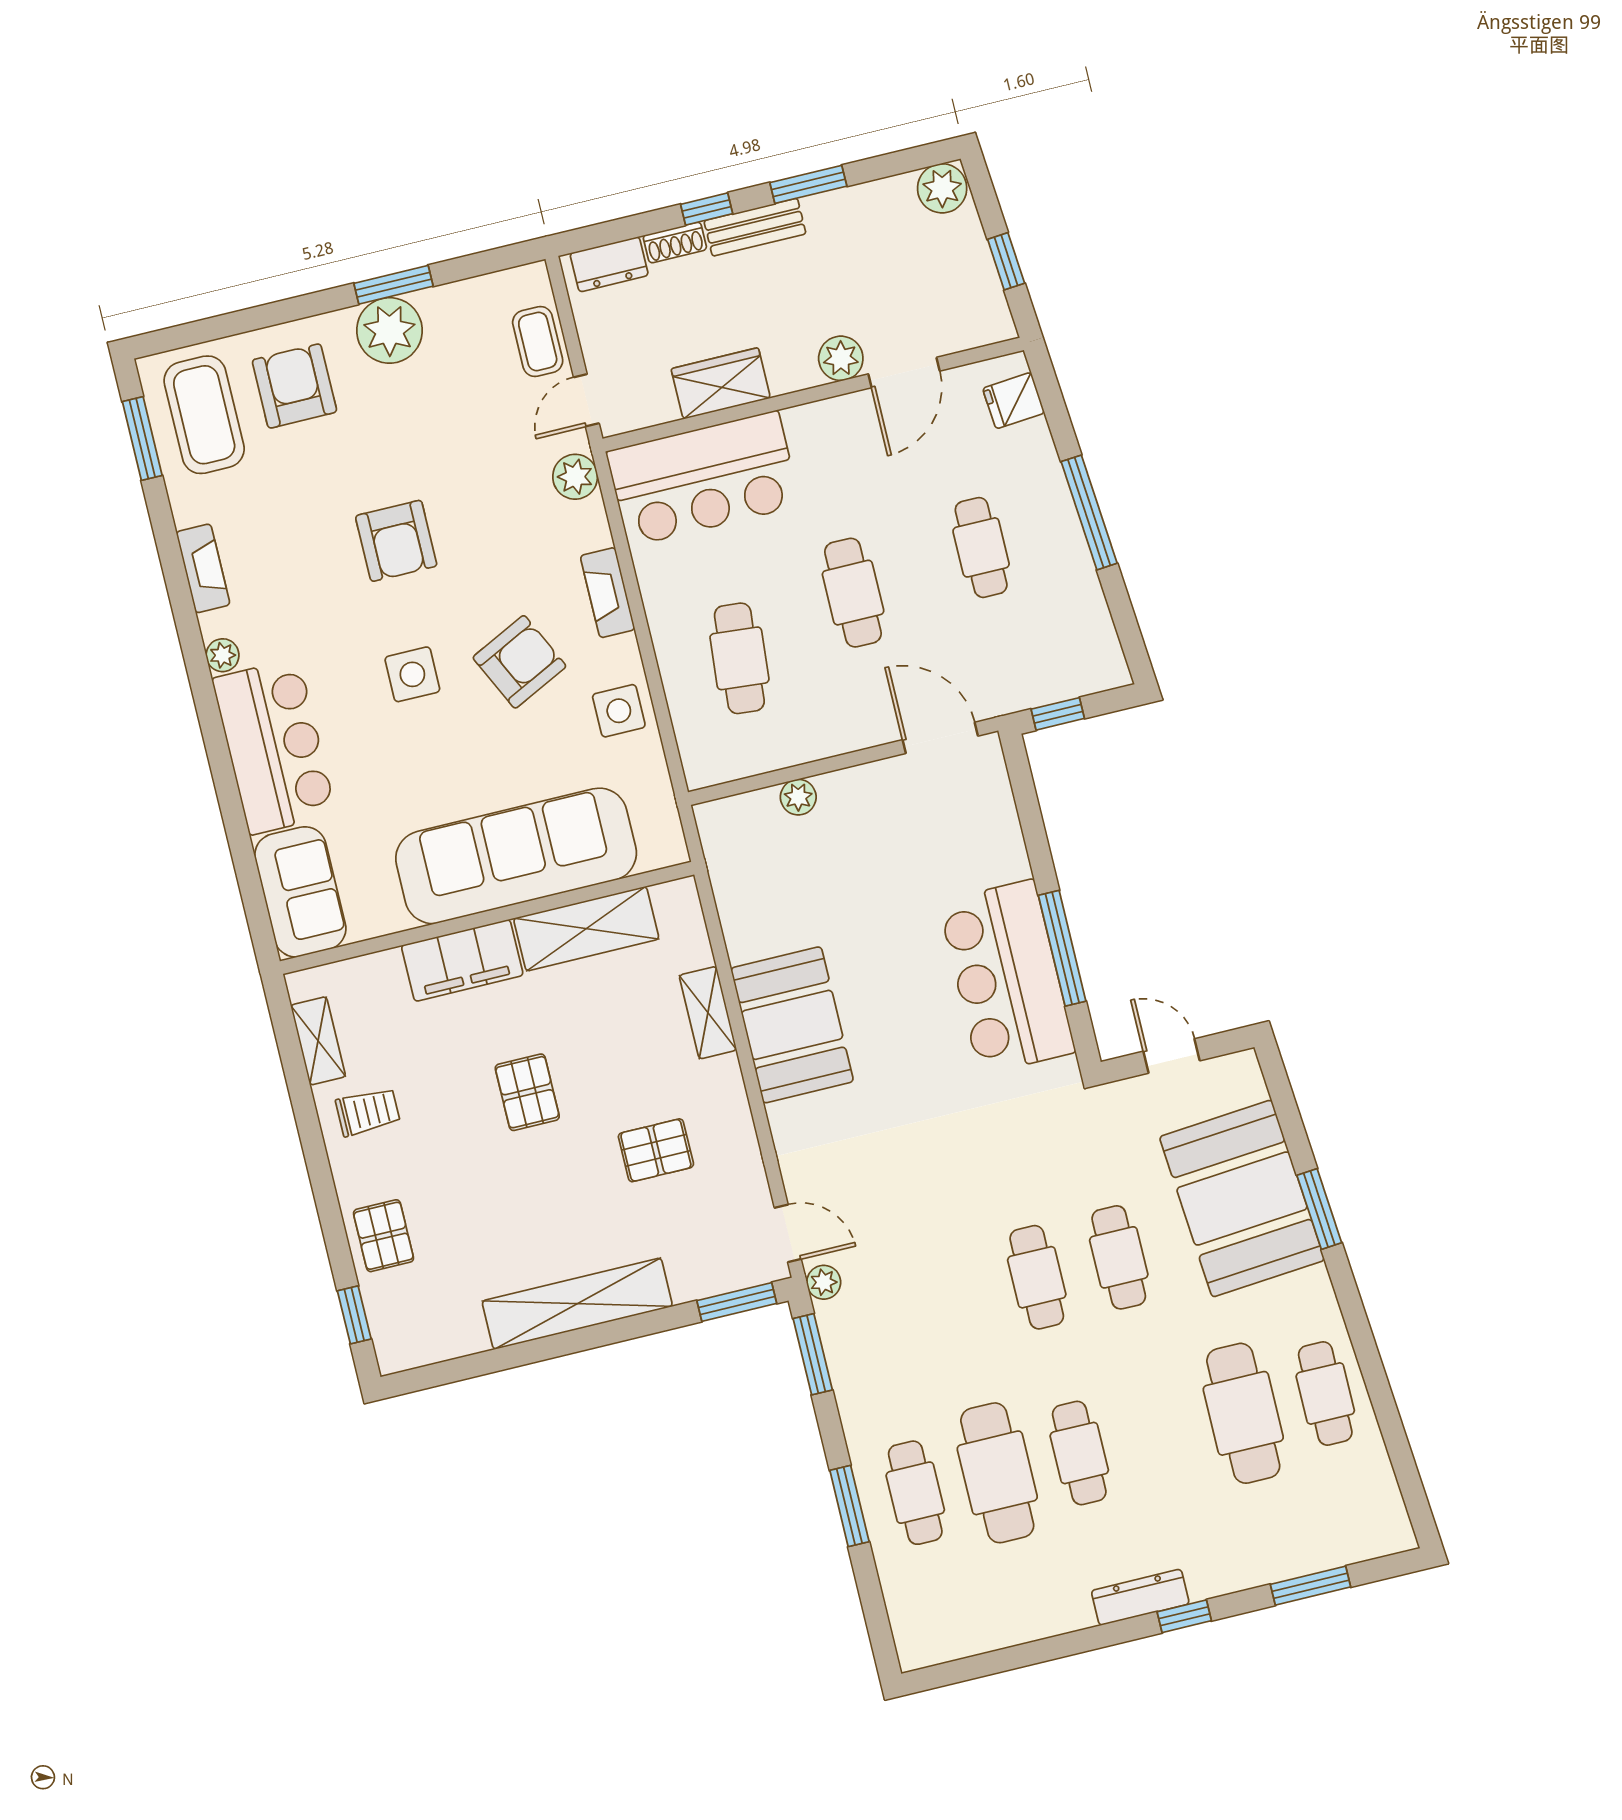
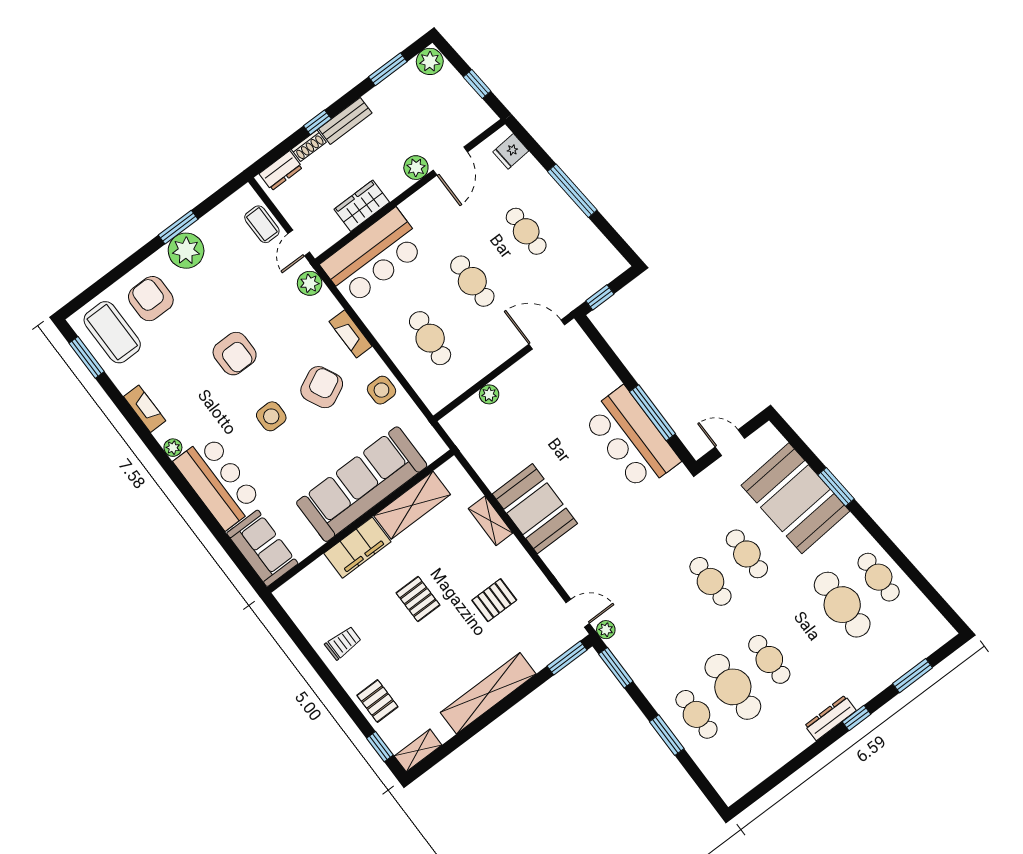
window: (808, 184) -> (388, 69), moved
shelving: (318, 1041) -> (418, 750), moved, turned 90

